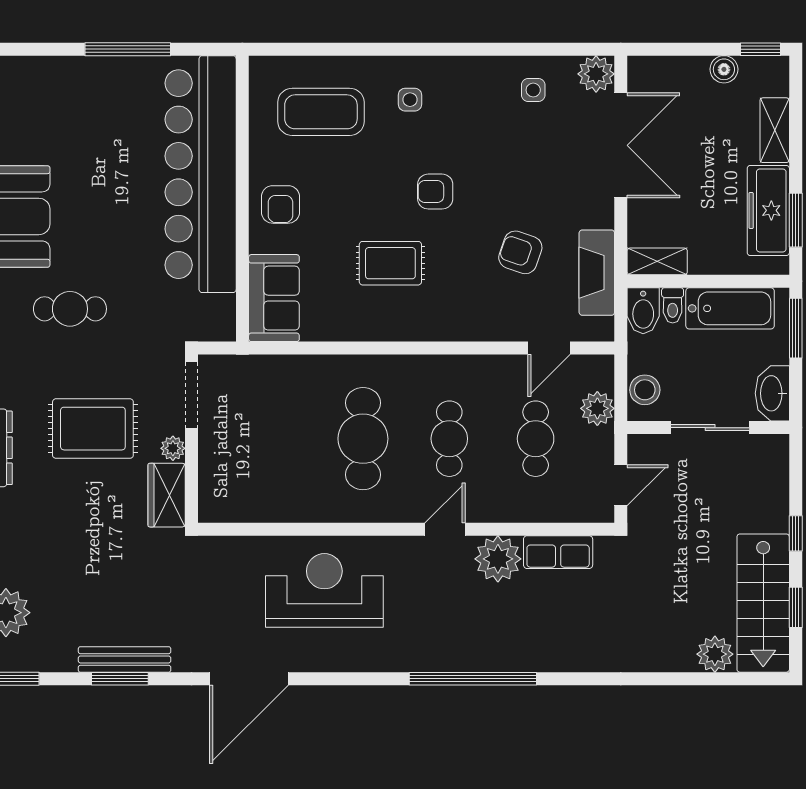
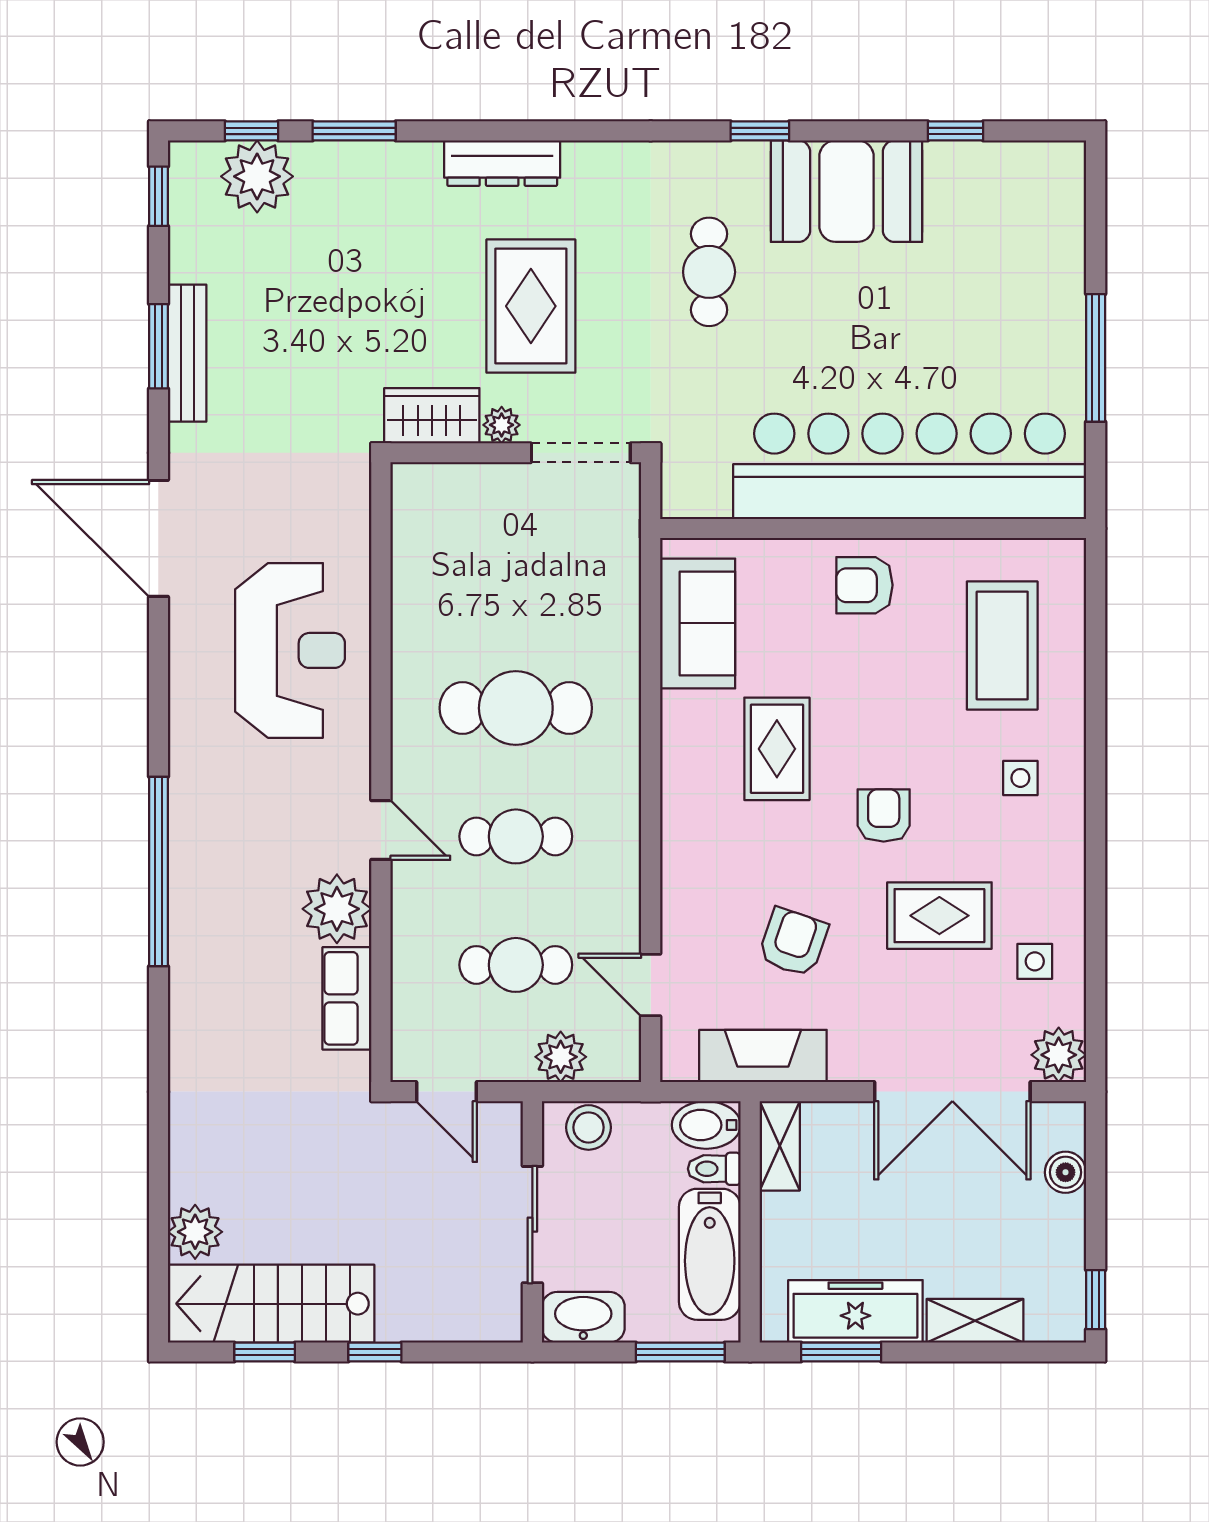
boiler: (724, 69) -> (1066, 1172), moved
rug: (502, 154) -> (939, 916), added
sofa: (274, 298) -> (698, 623), moved, turned -90

